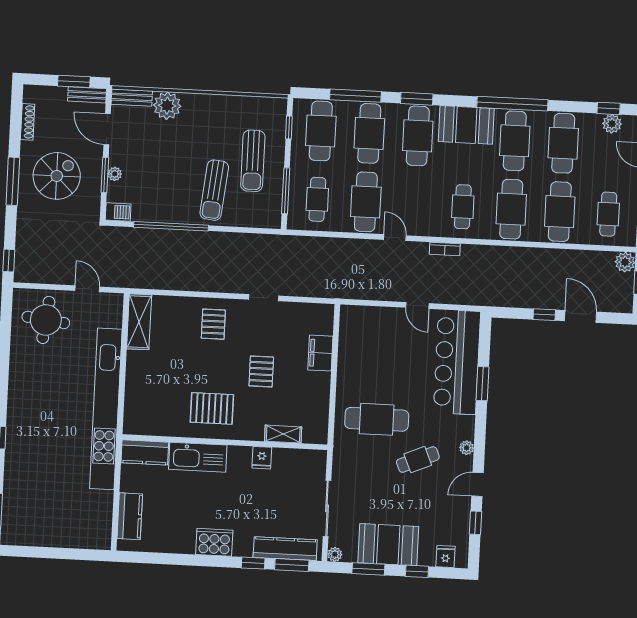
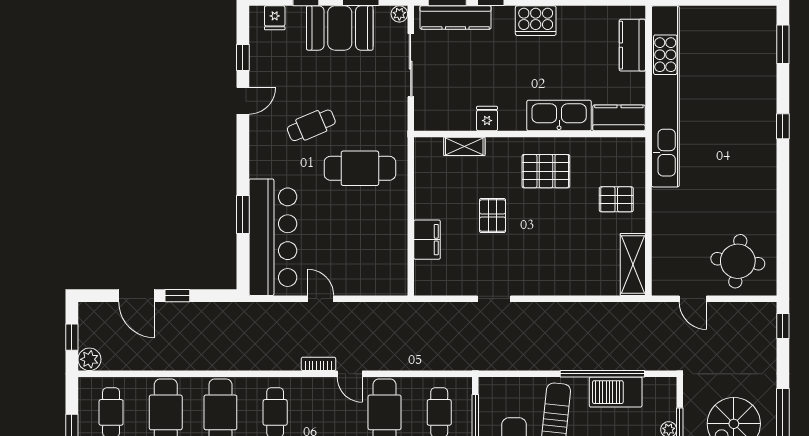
barbecue: (118, 212) -> (616, 392), moved, width x1.88, depth x1.53
bookcase: (445, 249) -> (318, 364), moved
pallet: (213, 324) -> (616, 199), moved, turned 90
kitchen unit: (106, 409) -> (665, 96), moved
plant: (467, 448) -> (257, 141), removed

